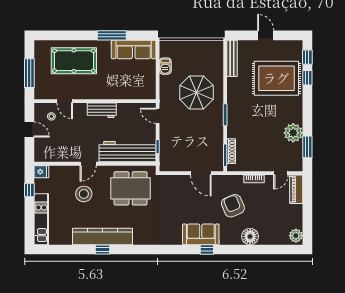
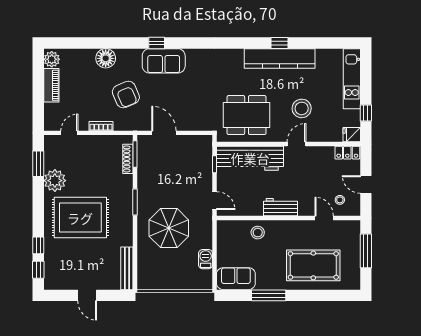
sofa: (134, 50) -> (236, 279), width x0.73
rug: (276, 78) -> (80, 218), moved
stool: (121, 89) -> (258, 233), added
locker: (45, 156) -> (347, 153), added
piano: (296, 189) -> (51, 85), moved

